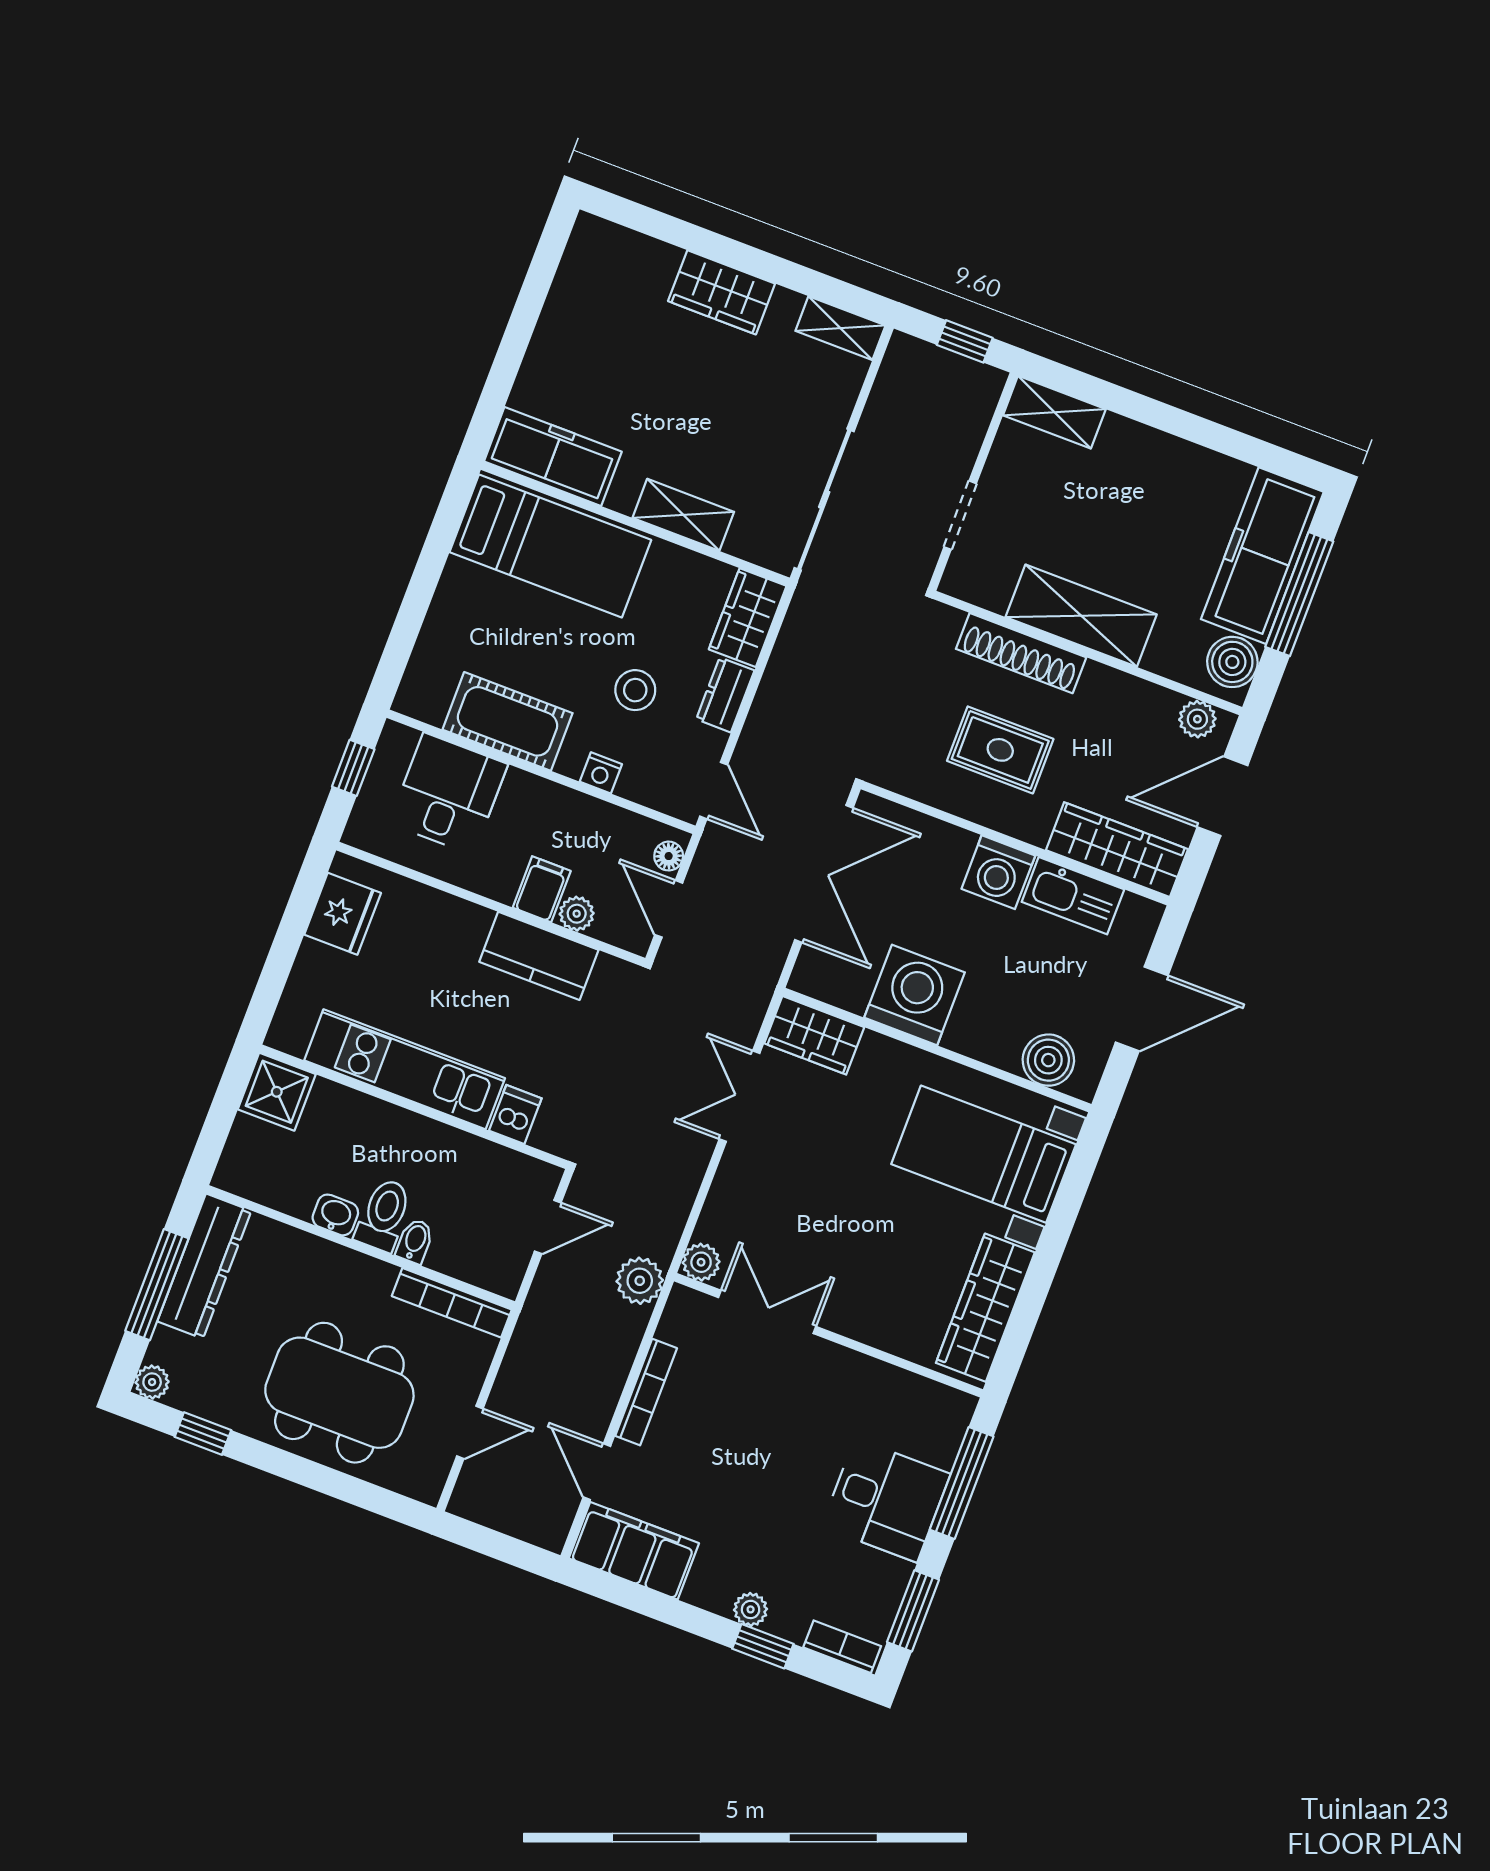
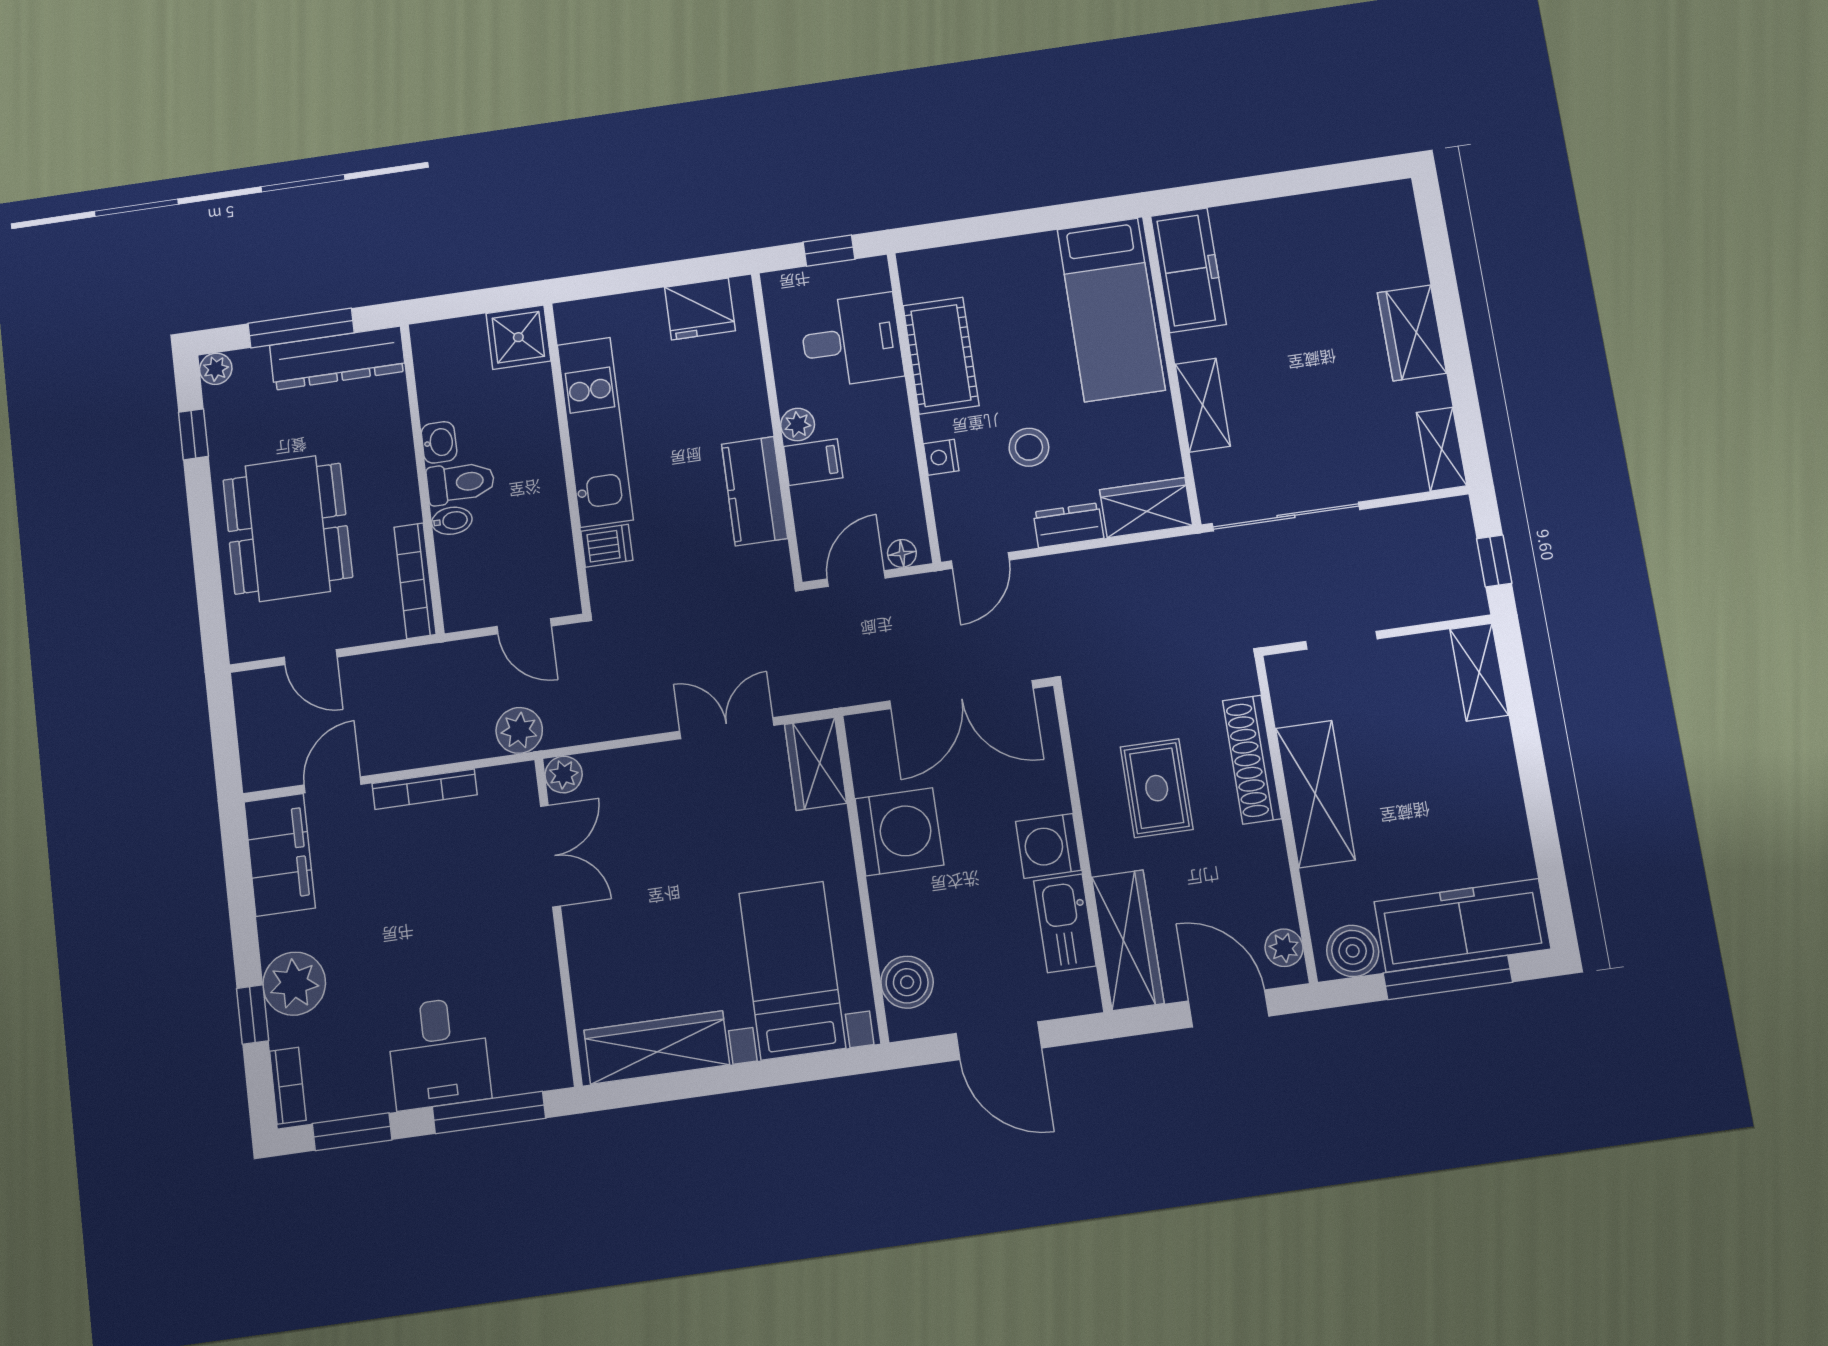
plant: (577, 914) -> (798, 425), moved
plant: (751, 1609) -> (294, 984), width x1.88, depth x1.88

